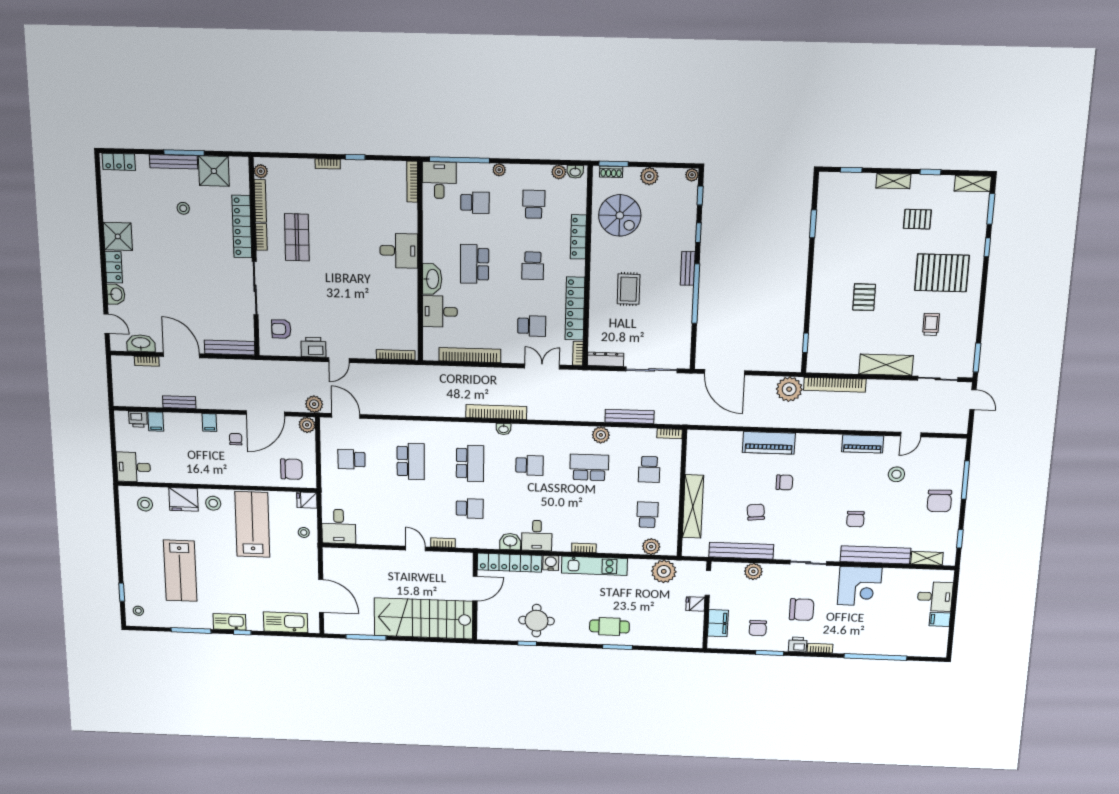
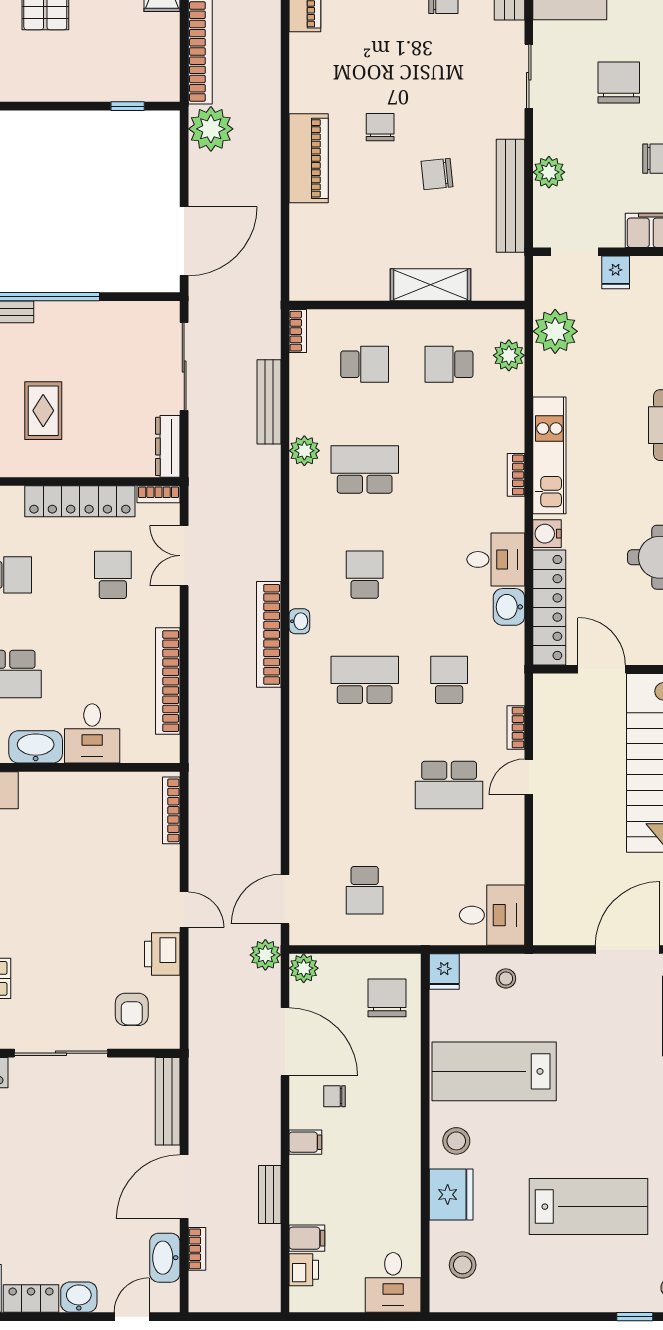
rug: (629, 289) -> (43, 411), turned 90
school desk: (411, 461) -> (449, 785), moved, turned 180
school desk: (589, 467) -> (365, 469), turned 90
shelving: (693, 506) -> (430, 285), width x0.68

